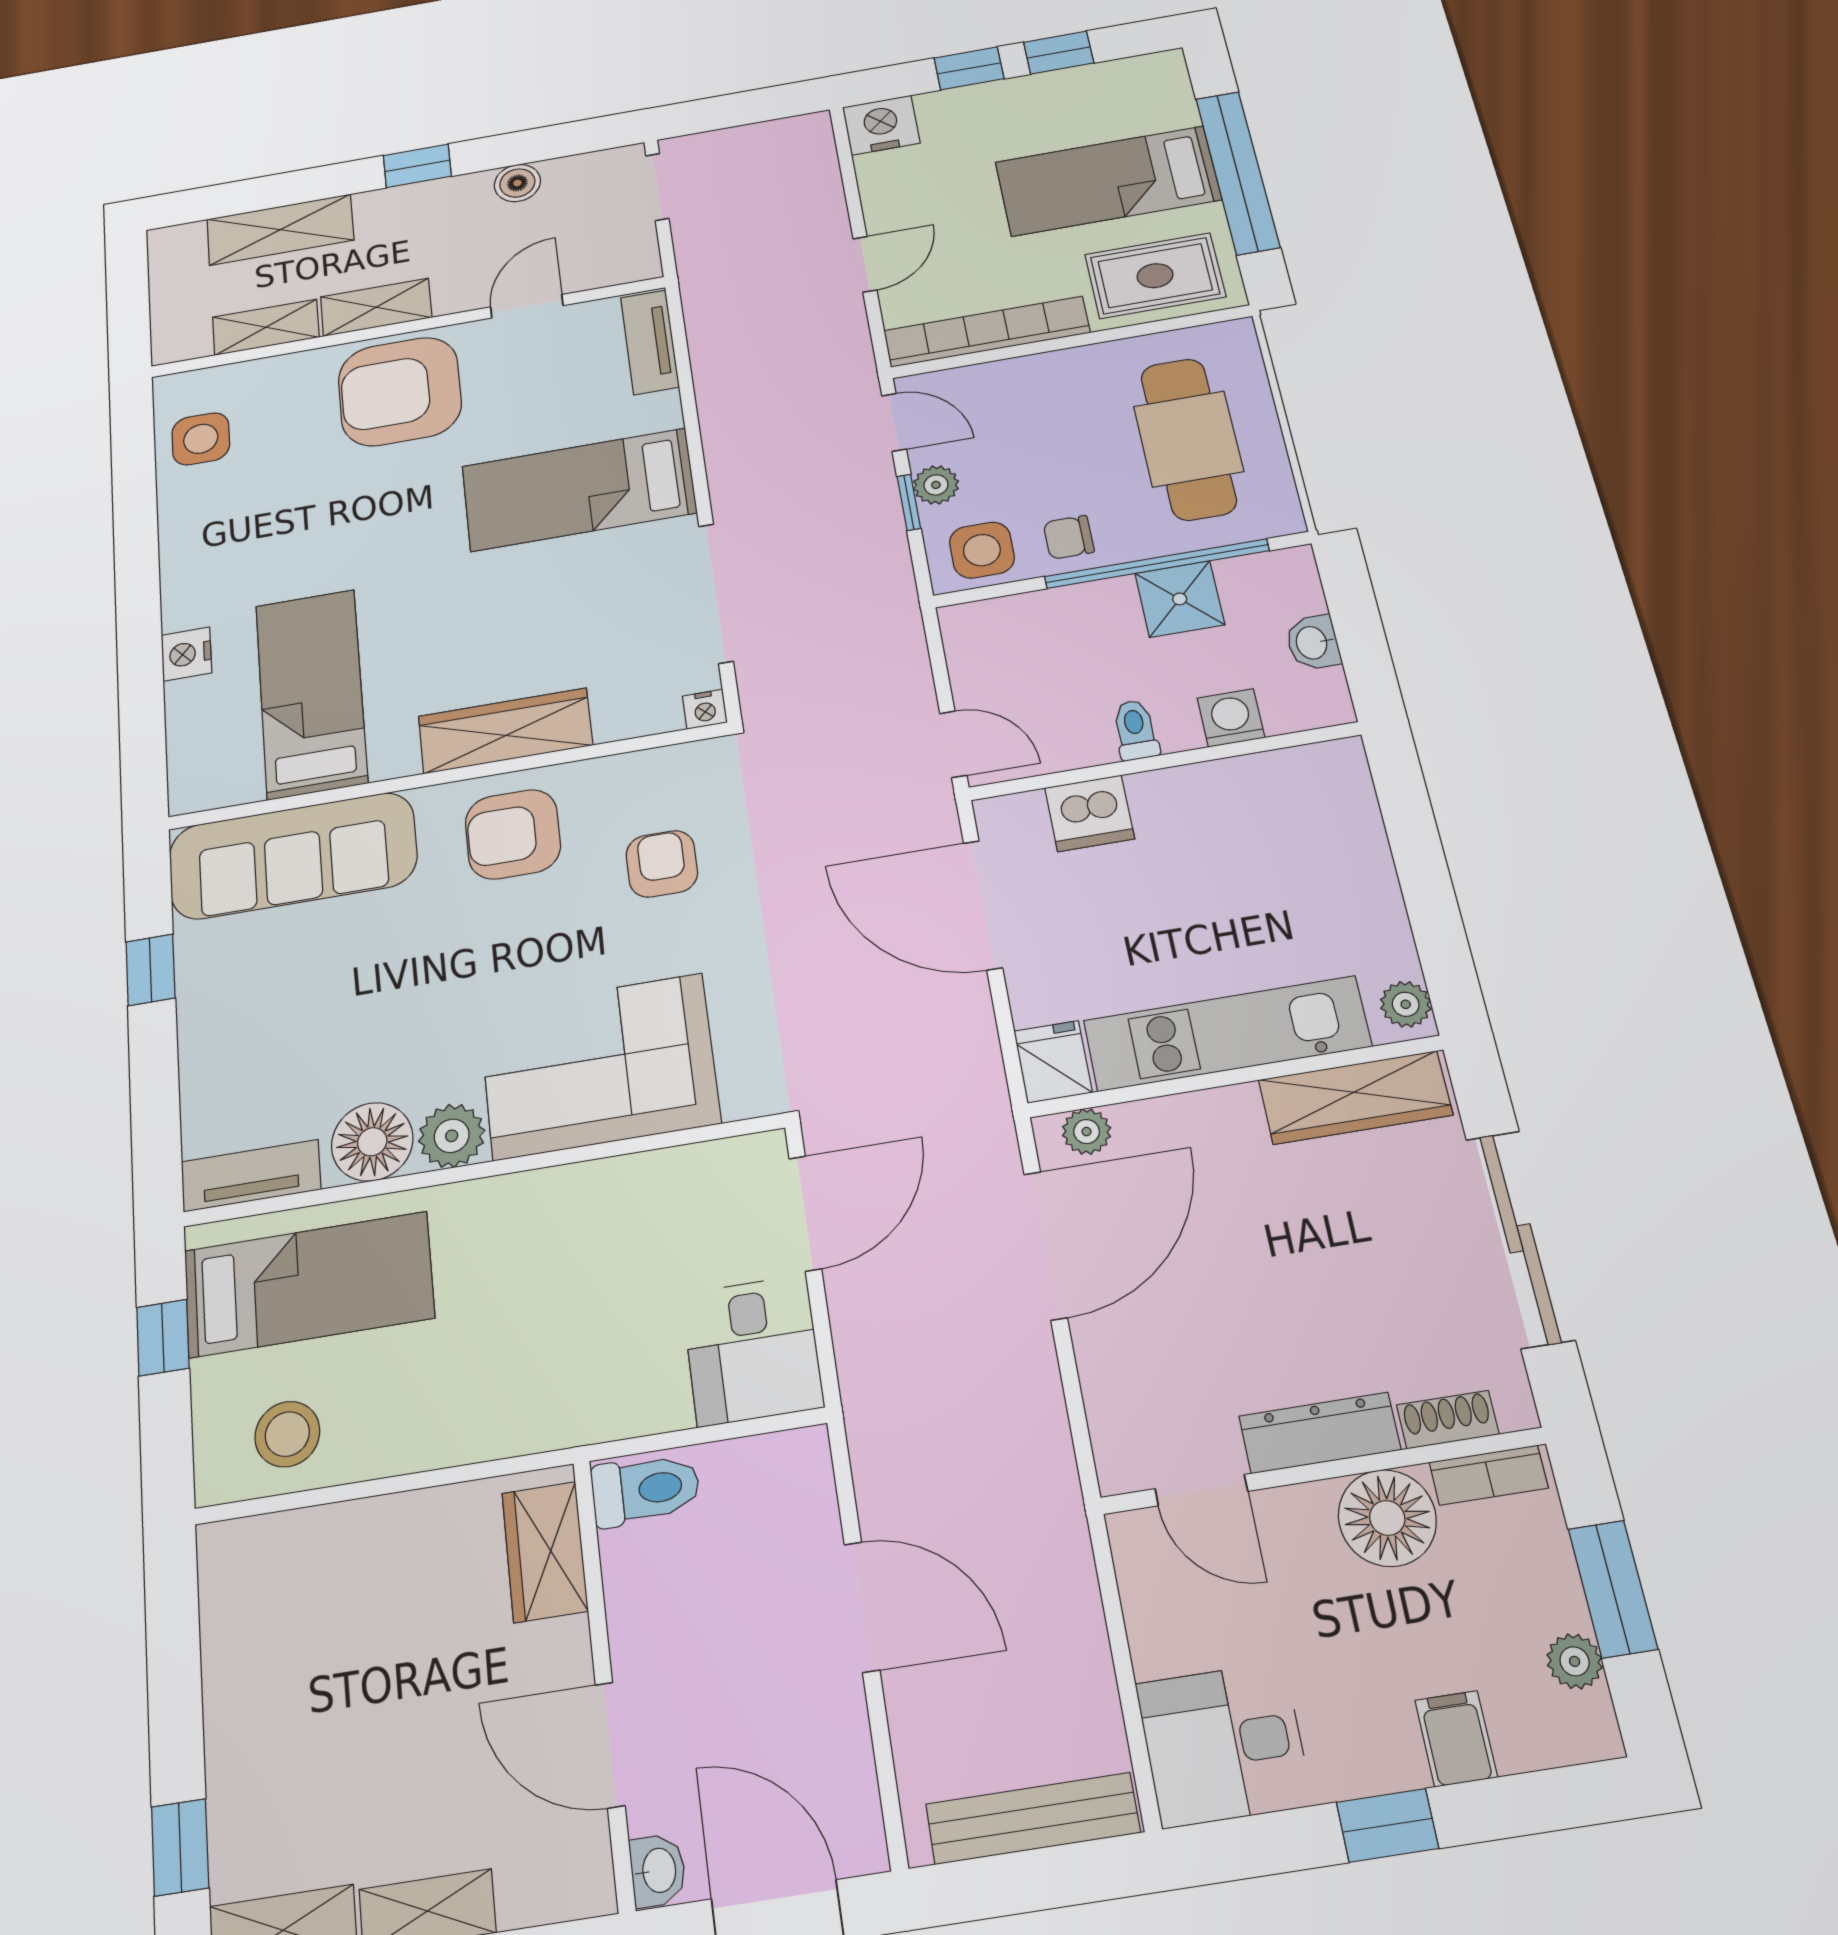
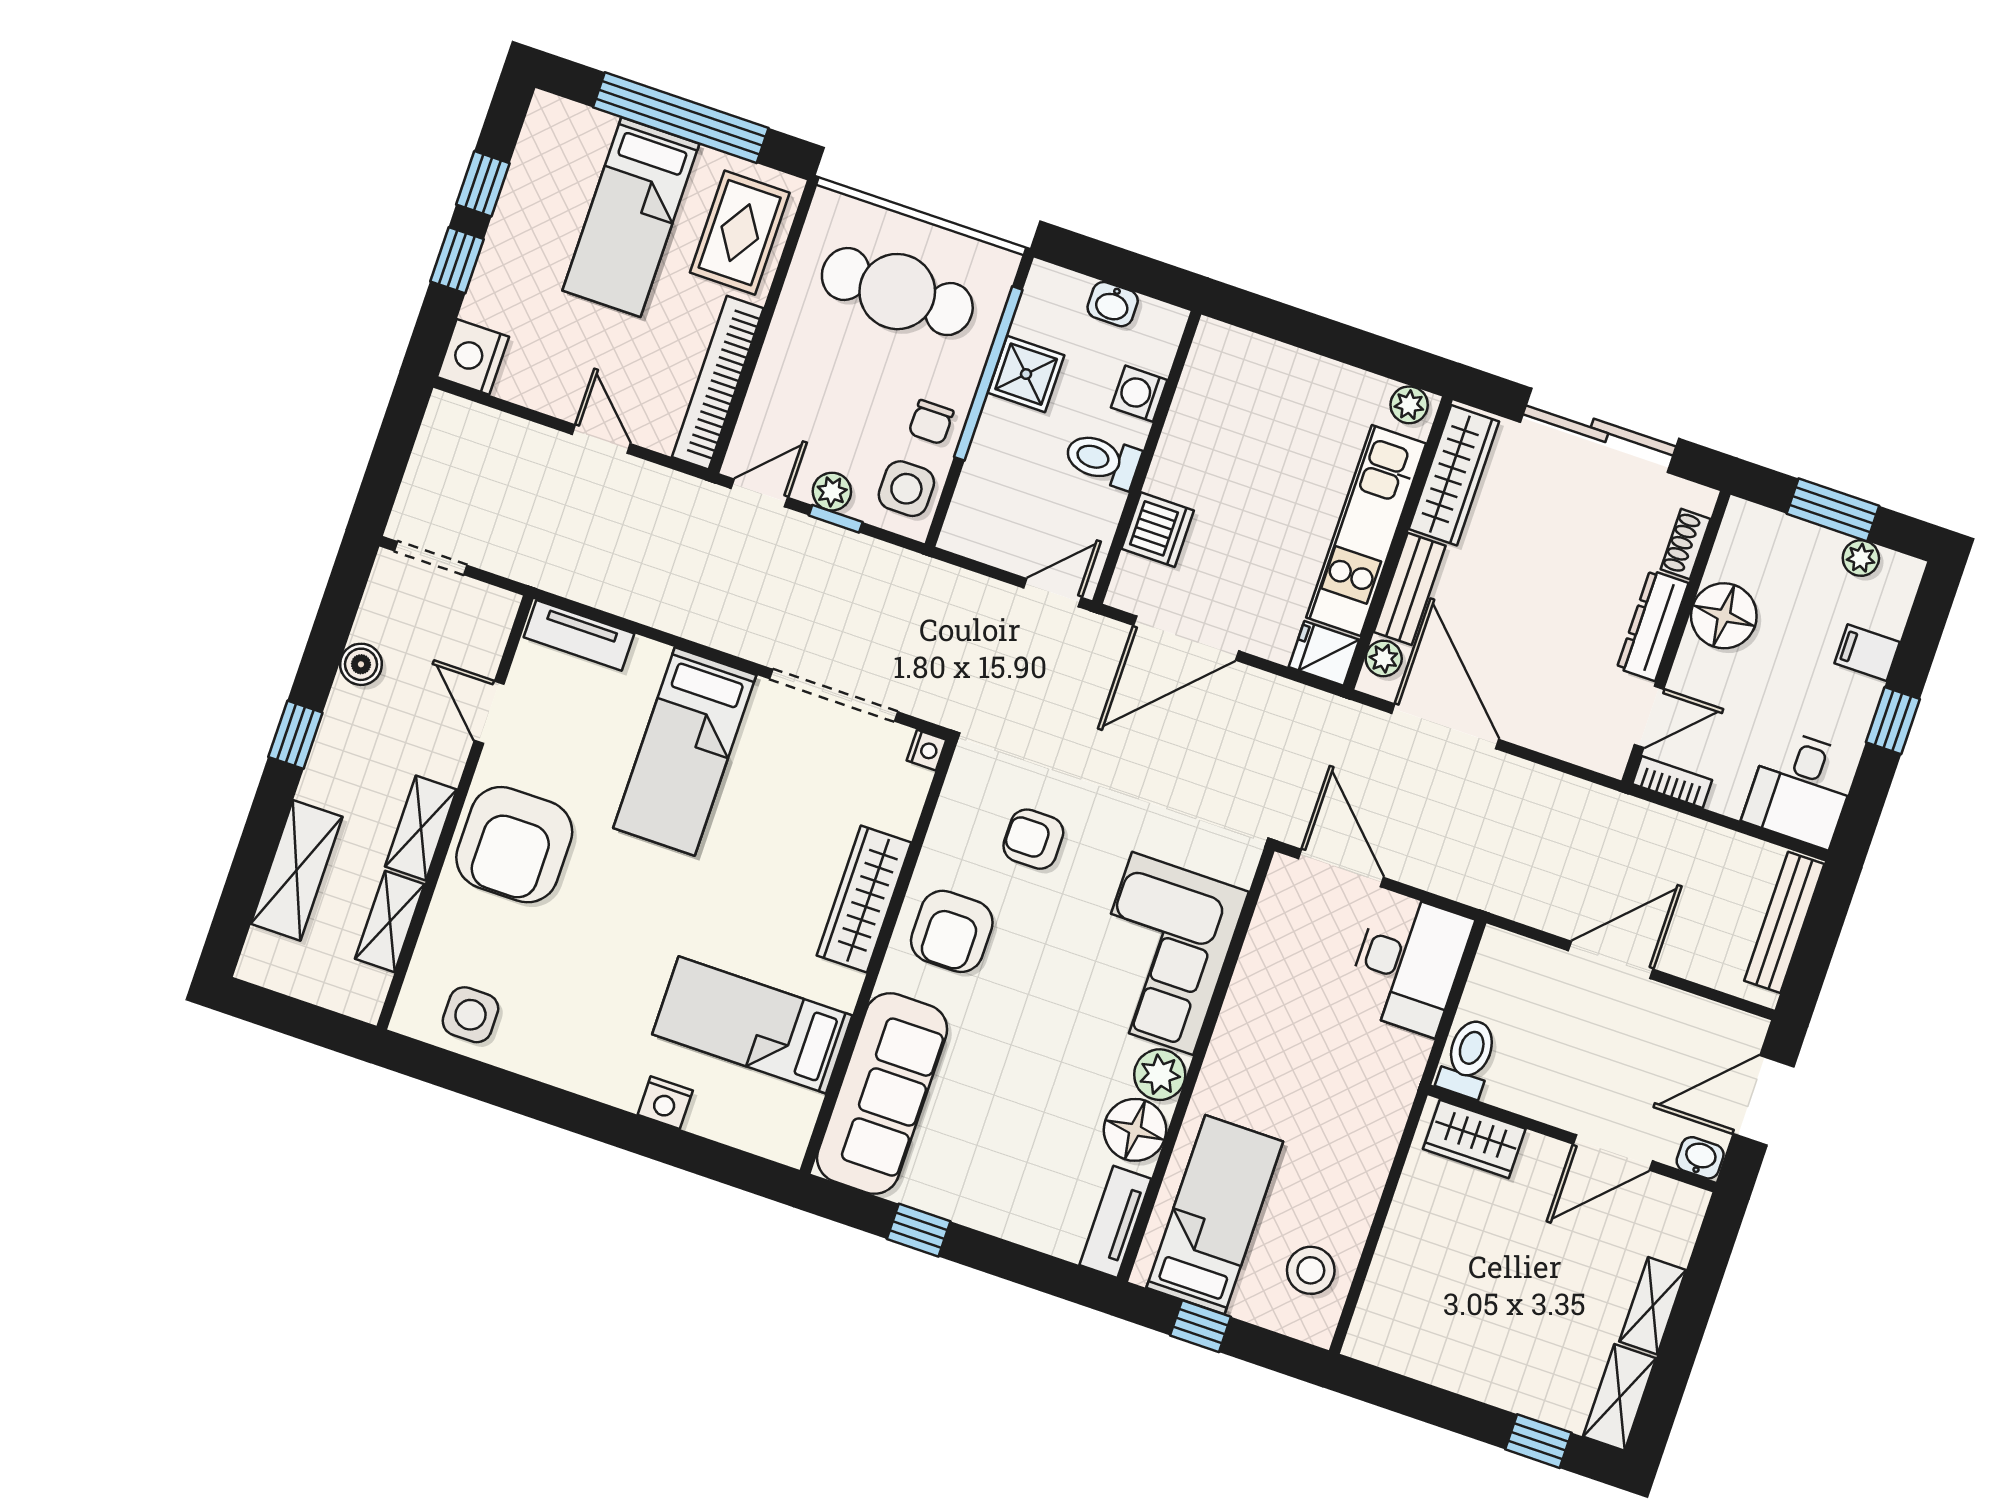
toilet: (1135, 730) -> (1102, 460), width x1.37, depth x1.39
bench: (1188, 1118) -> (1410, 589), added
desk: (752, 1350) -> (1409, 963), width x1.37
bookcase: (1489, 1475) -> (1672, 782), moved, turned -90

